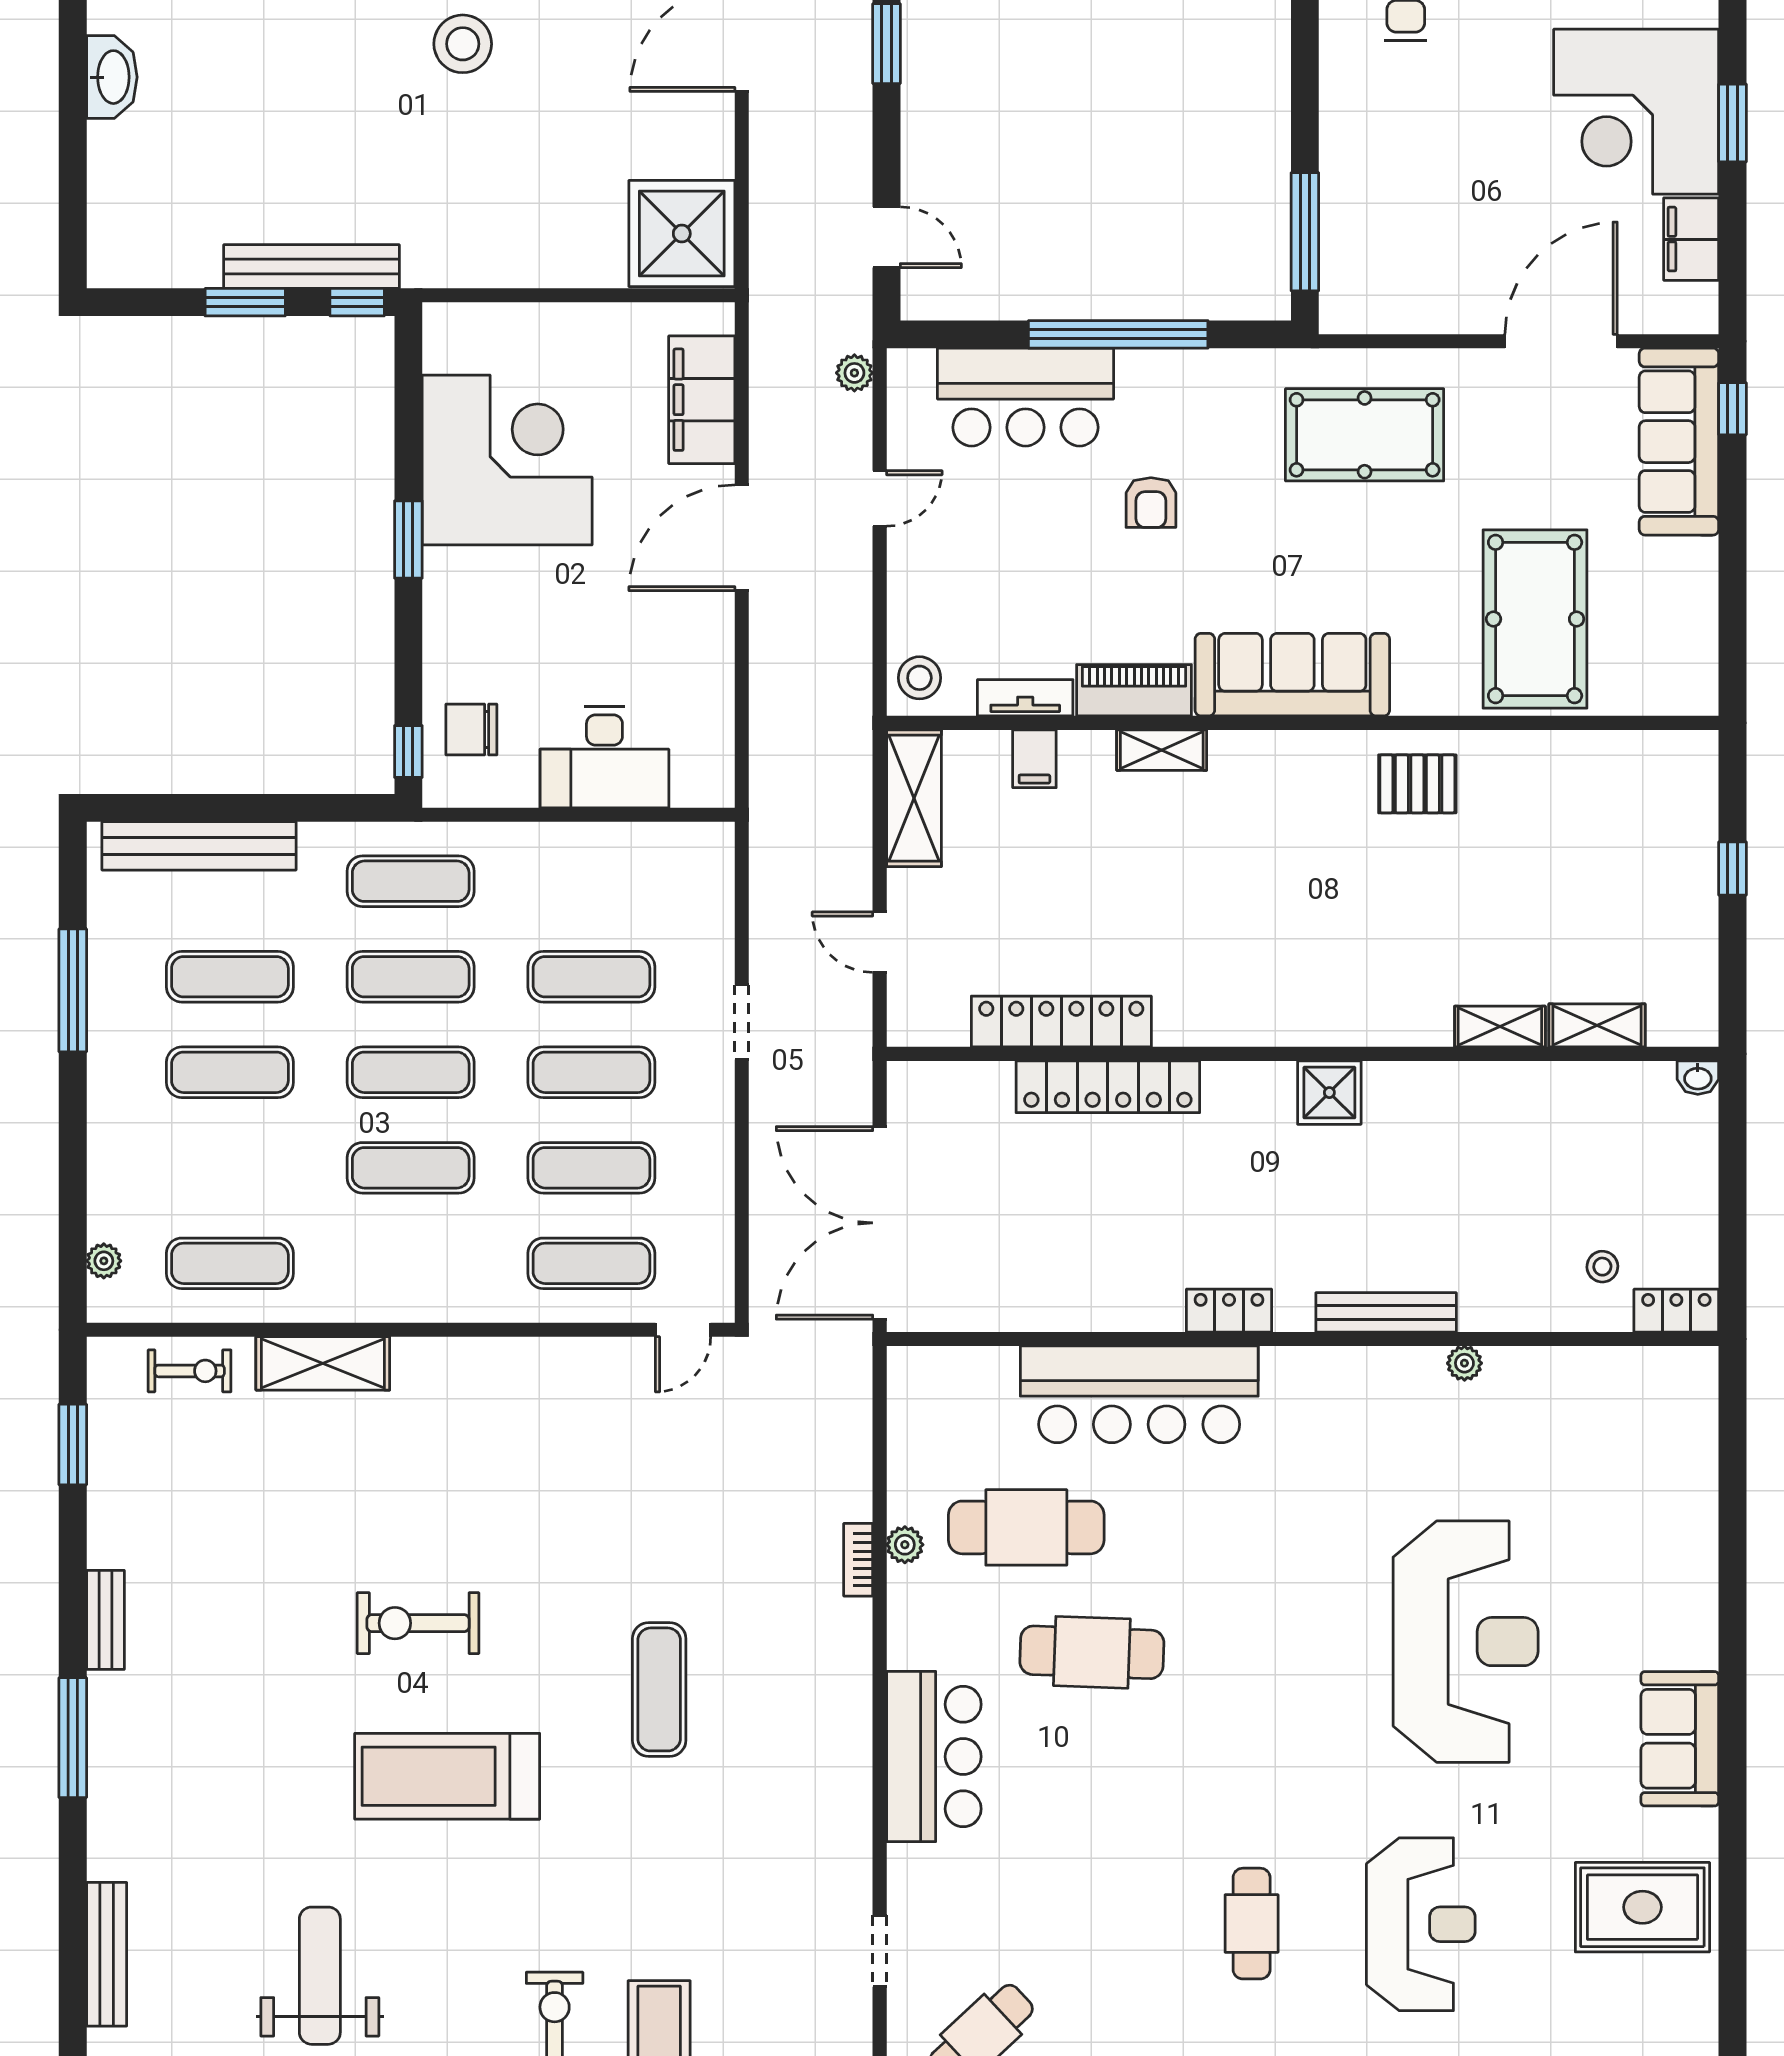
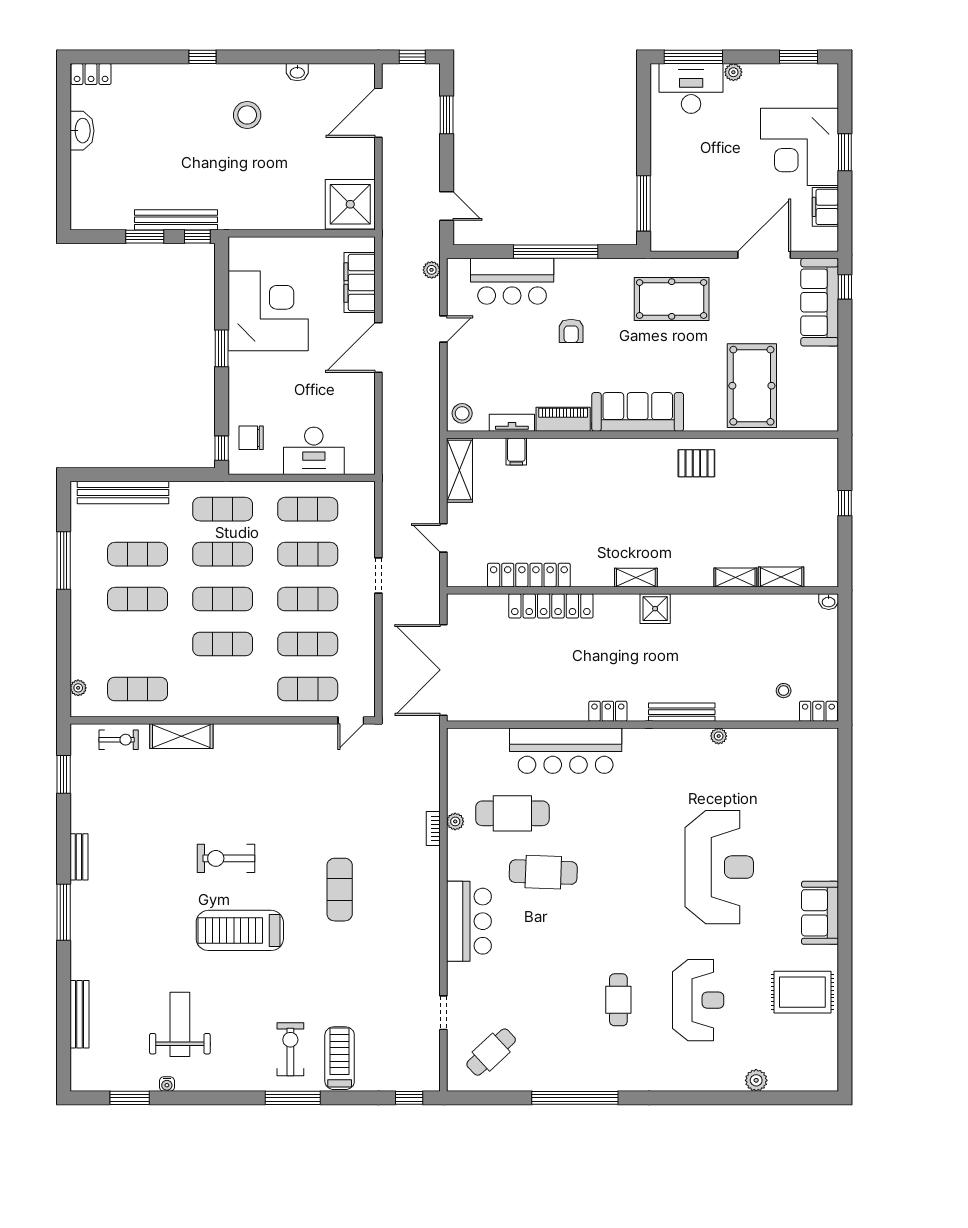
shelving: (1162, 750) -> (636, 578), moved
exercise mat: (591, 881) -> (308, 509), added

